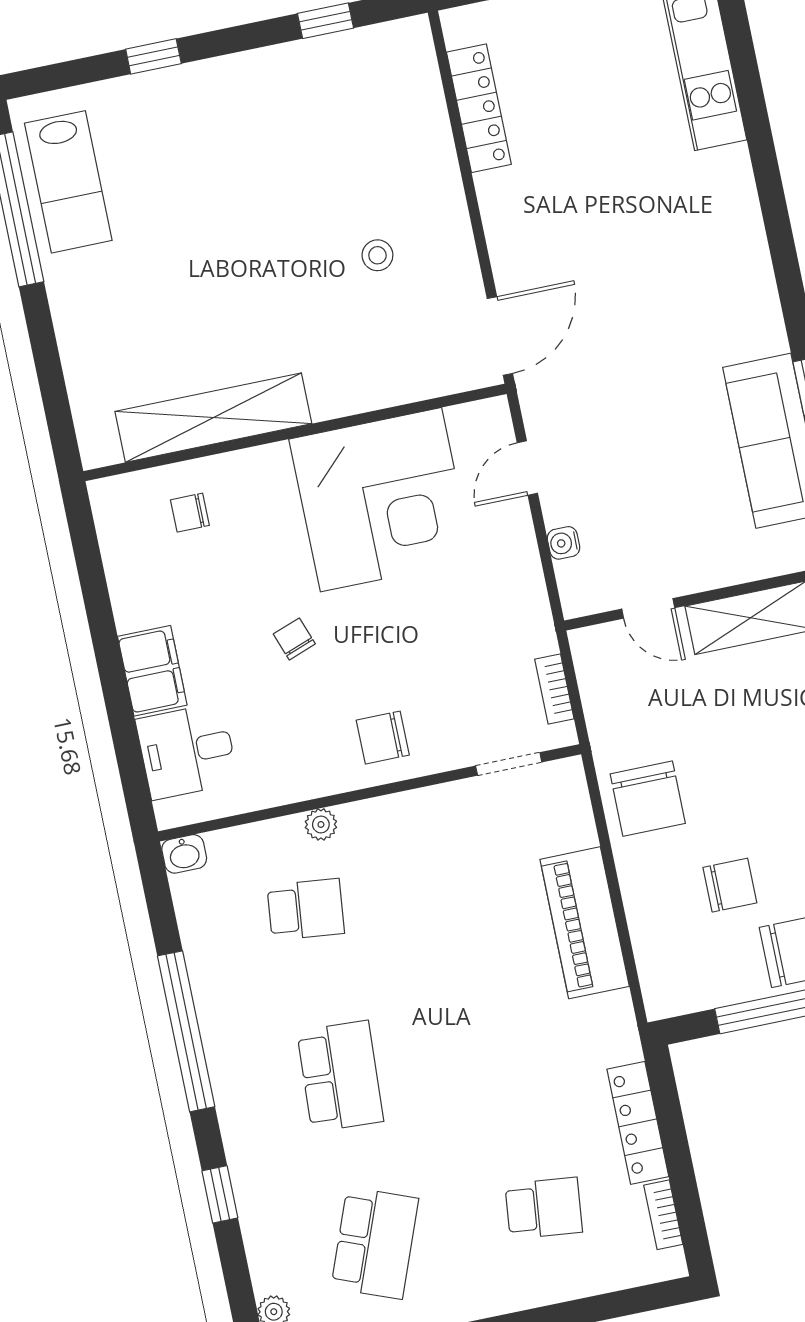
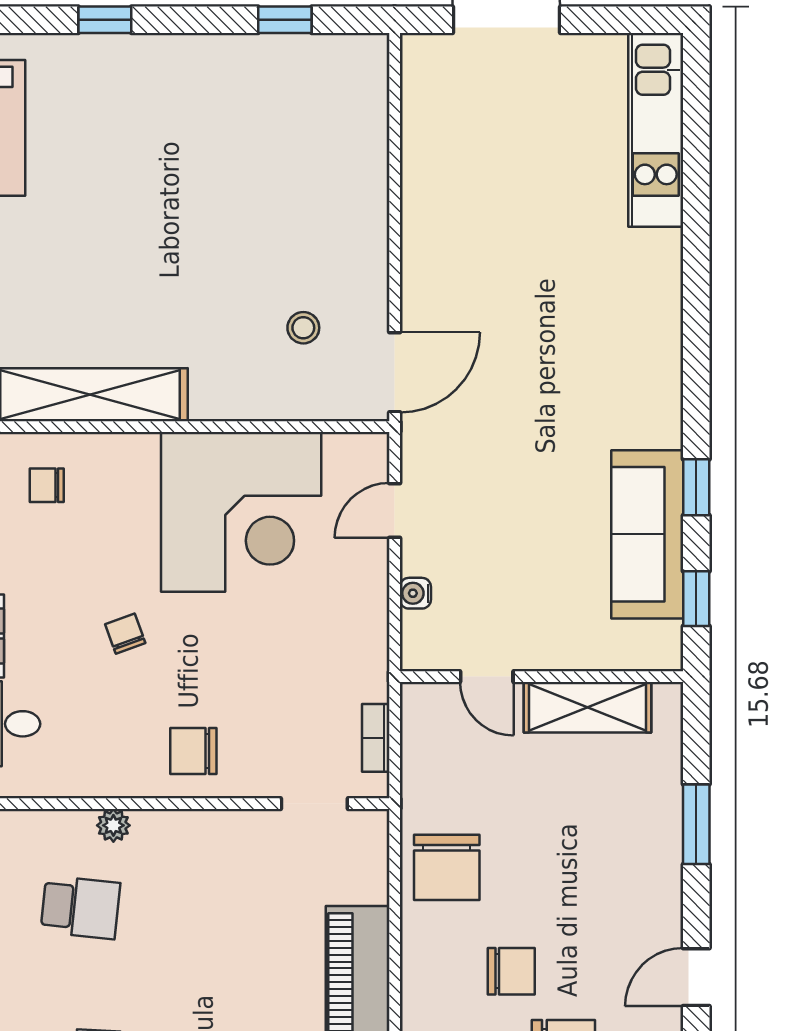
locker: (479, 108) -> (421, 139), removed
stool: (377, 255) -> (303, 328), moved

